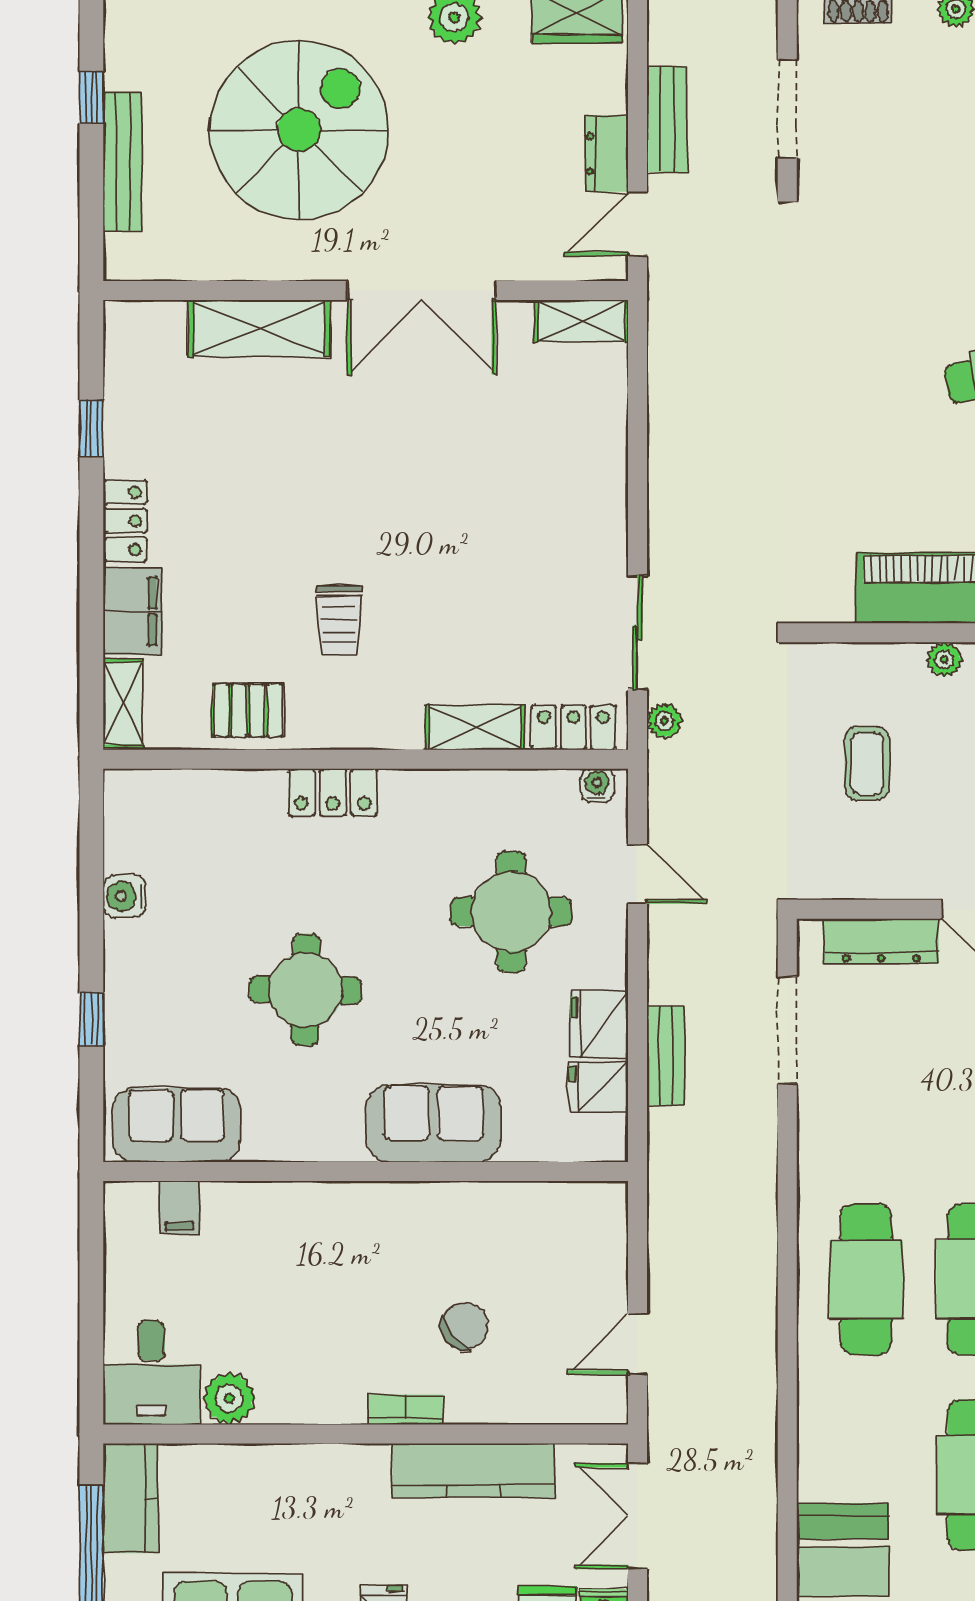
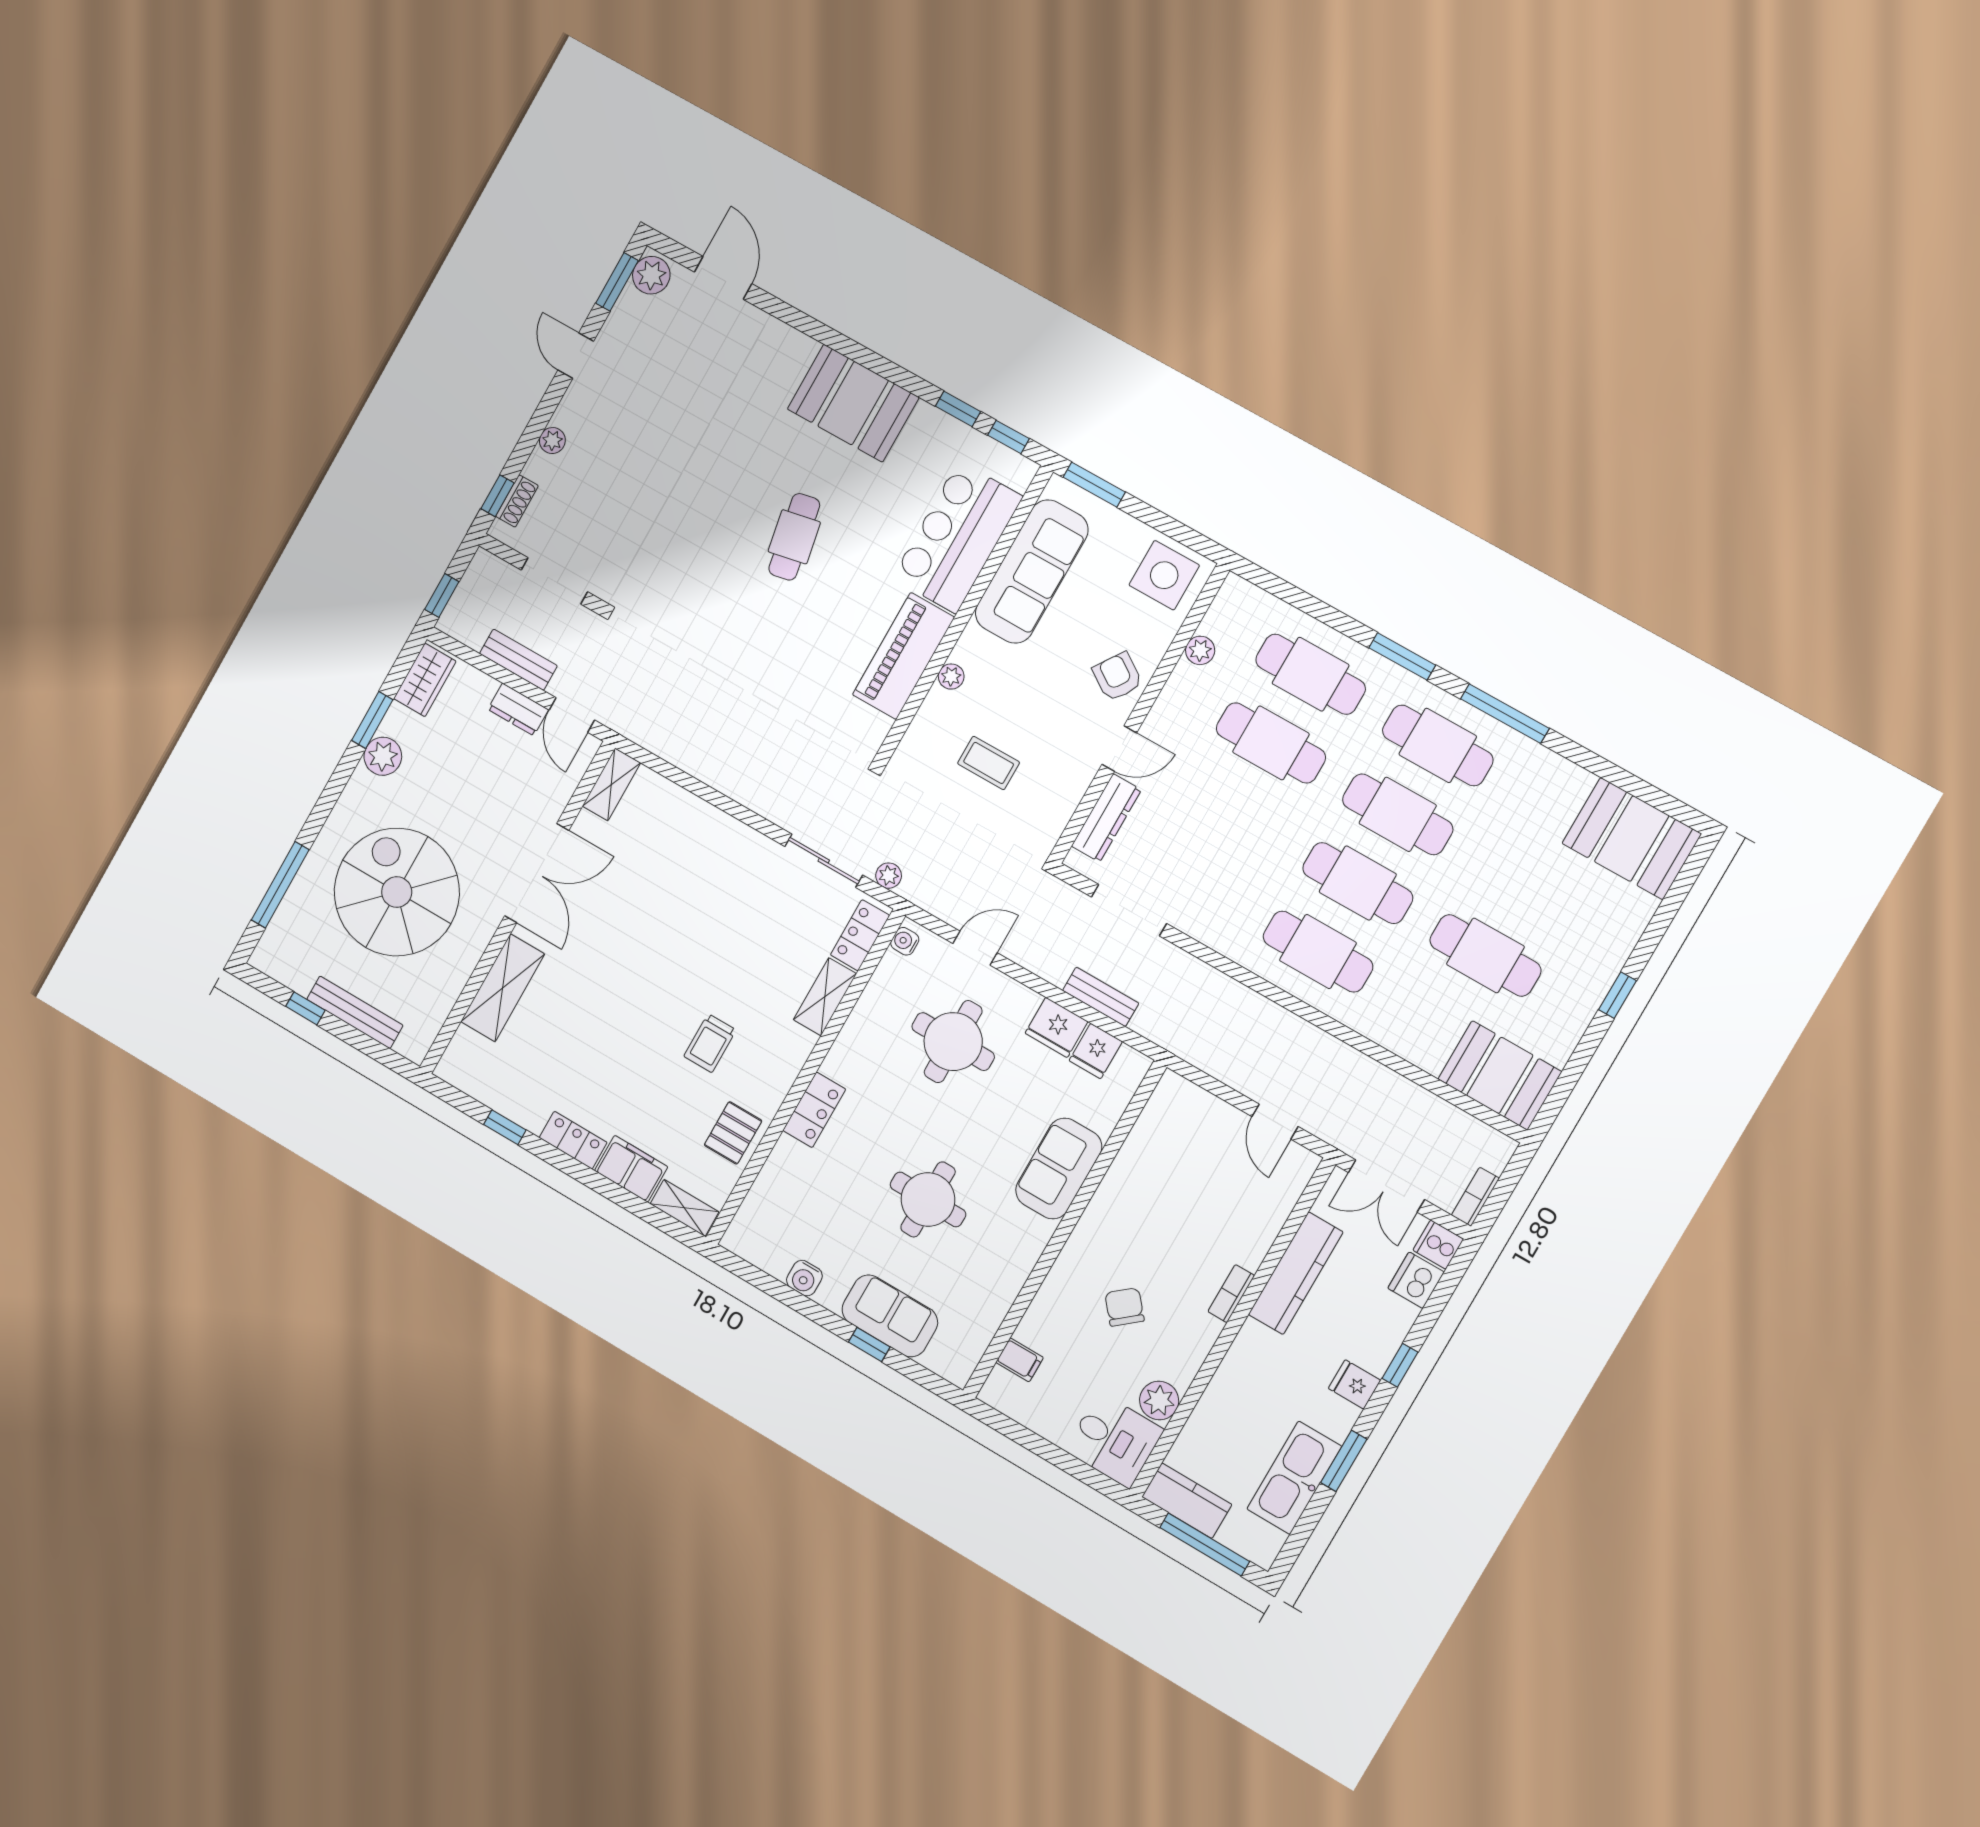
trolley: (339, 620) -> (710, 1043), turned 90
sofa: (177, 1125) -> (890, 1316), moved, turned 90
chair: (465, 1326) -> (1124, 1307), moved

